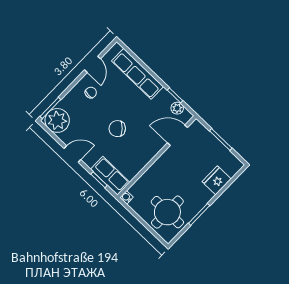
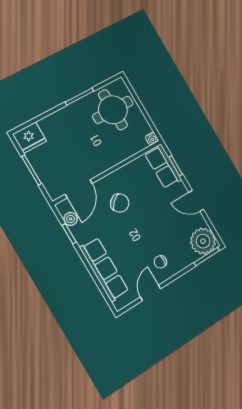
chair: (117, 129) -> (120, 203), moved
door: (178, 135) -> (79, 189), hinge flipped
fridge: (217, 180) -> (30, 138), moved

